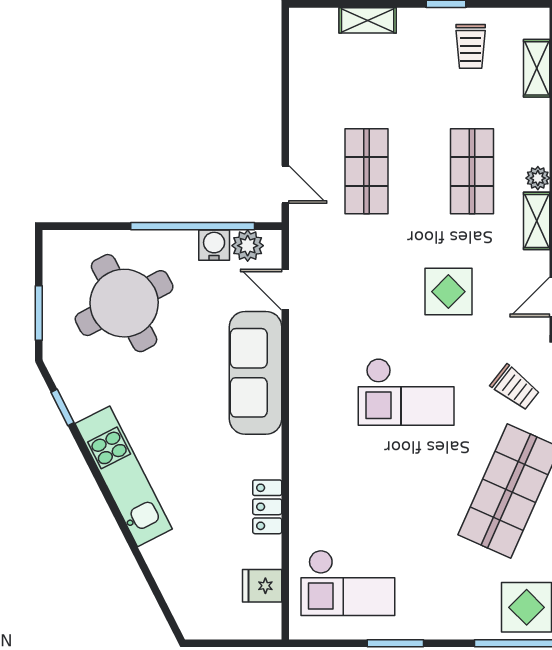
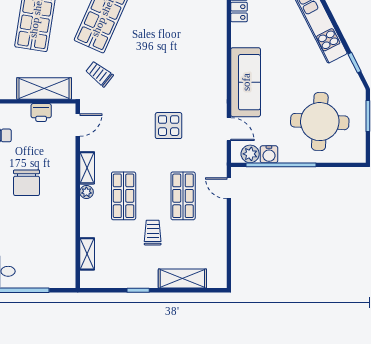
shelving: (368, 20) -> (182, 279), width x1.50, depth x1.33
trolley: (471, 46) -> (153, 233), moved
display table: (448, 292) -> (169, 126), moved
round table: (124, 303) -> (320, 122), turned 31
checkout: (406, 392) -> (161, 71), removed

